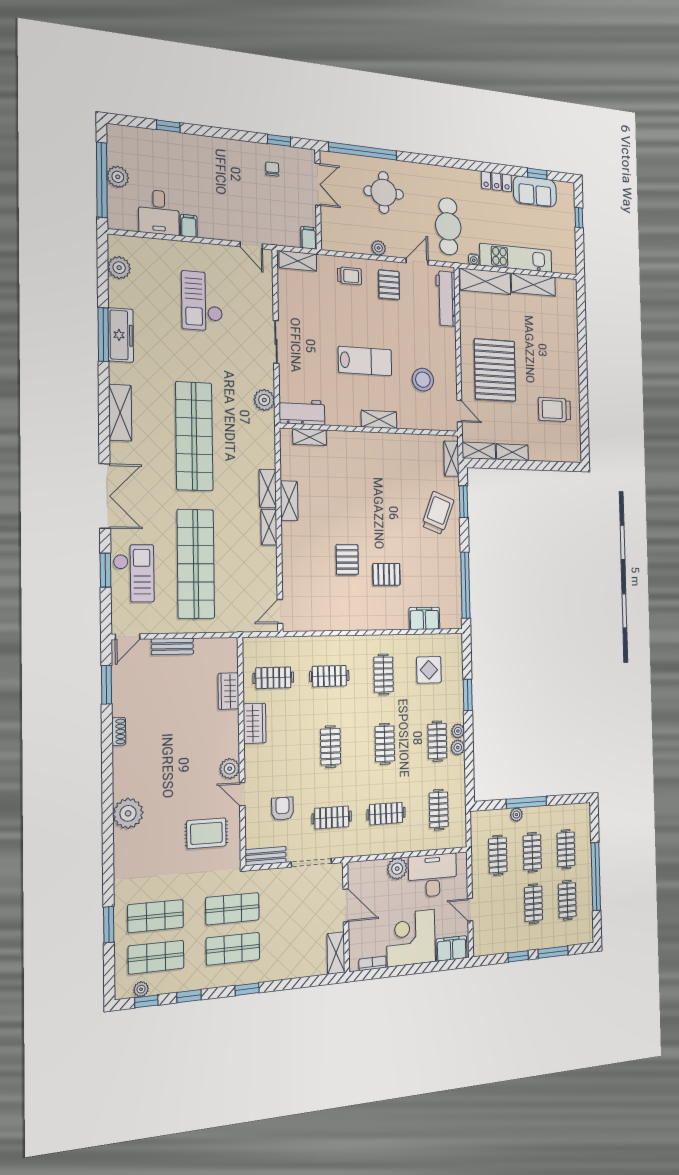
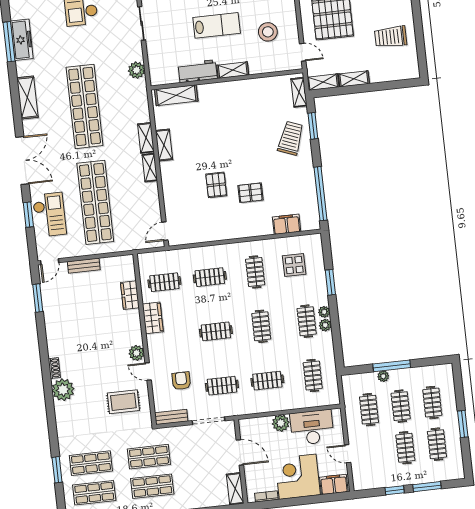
workbench: (302, 412) -> (198, 71), moved
shelving: (310, 437) -> (176, 95), width x1.50, depth x1.33
shoe rack: (119, 731) -> (54, 368), moved
clothes rail: (331, 747) -> (216, 331), turned 90
window: (596, 876) -> (463, 424), width x0.47

